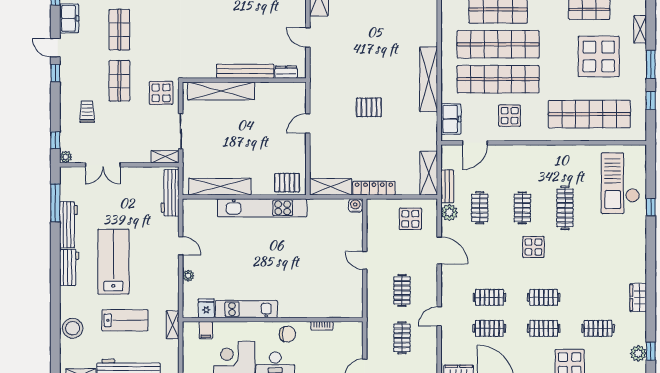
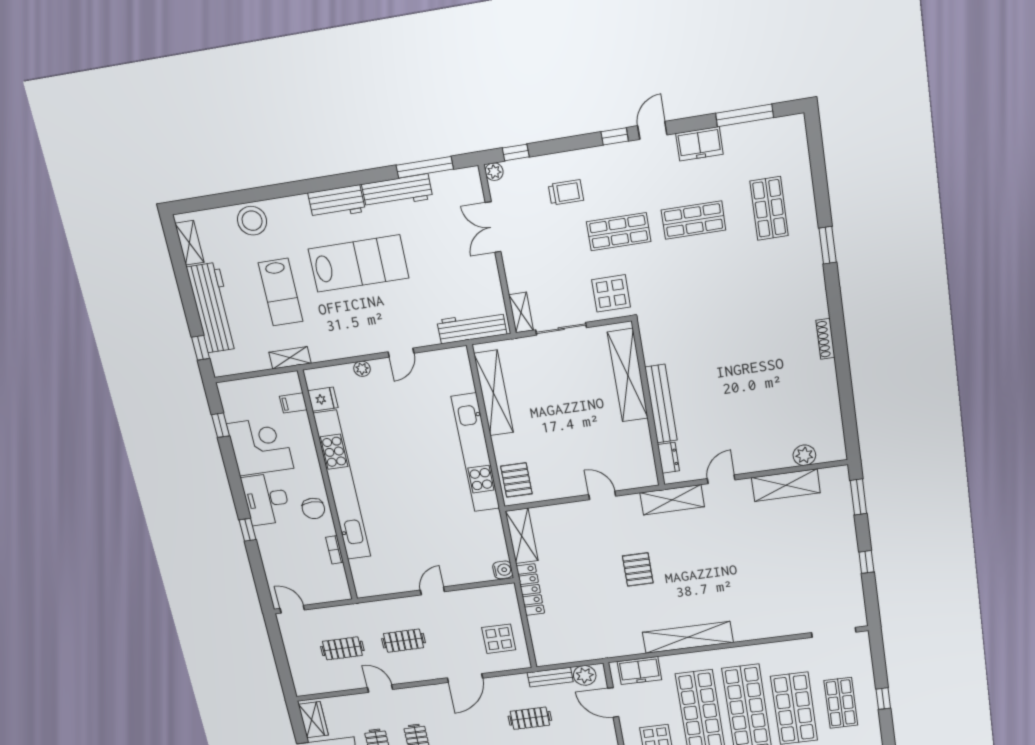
shelving: (429, 173) -> (672, 500), moved
plant: (449, 212) -> (585, 675), moved
kitchen unit: (246, 309) -> (342, 486), width x1.86

